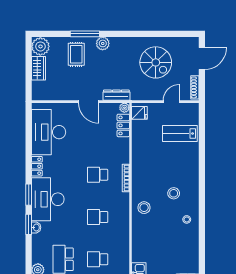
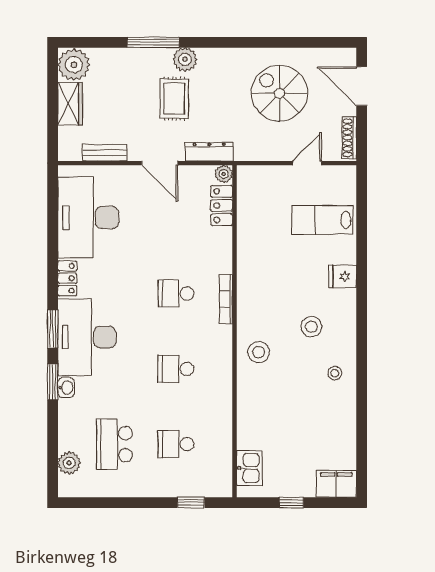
rug: (76, 54) -> (174, 99), moved
door: (202, 59) -> (362, 86), swing flipped
spiral stairs: (156, 62) -> (279, 93), turned 180
bench: (58, 96) -> (105, 153), added
fridge: (139, 113) -> (343, 276), moved, turned 180

